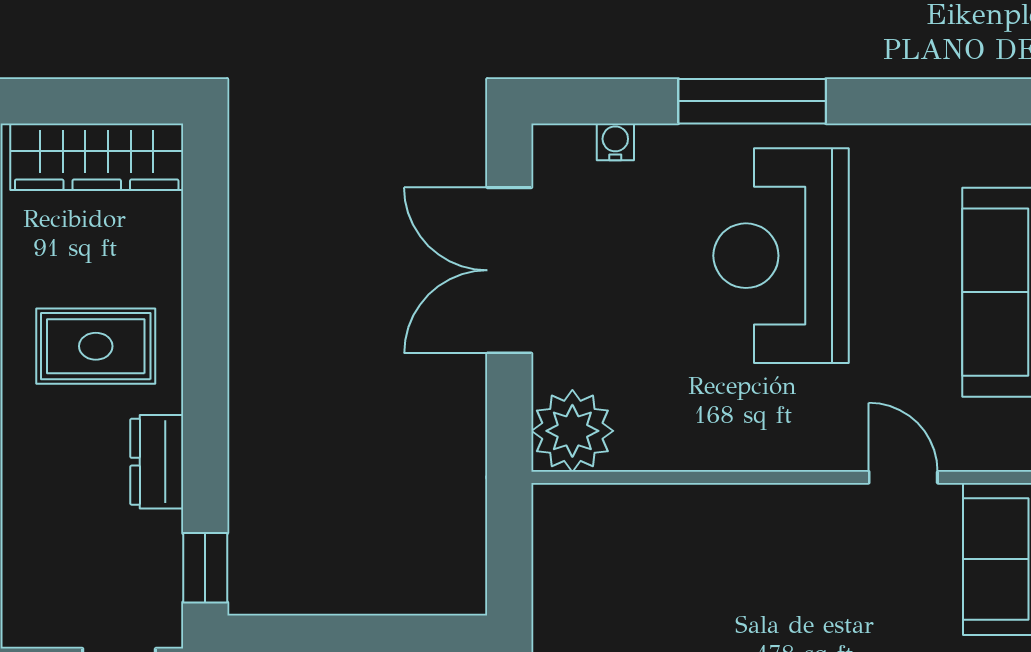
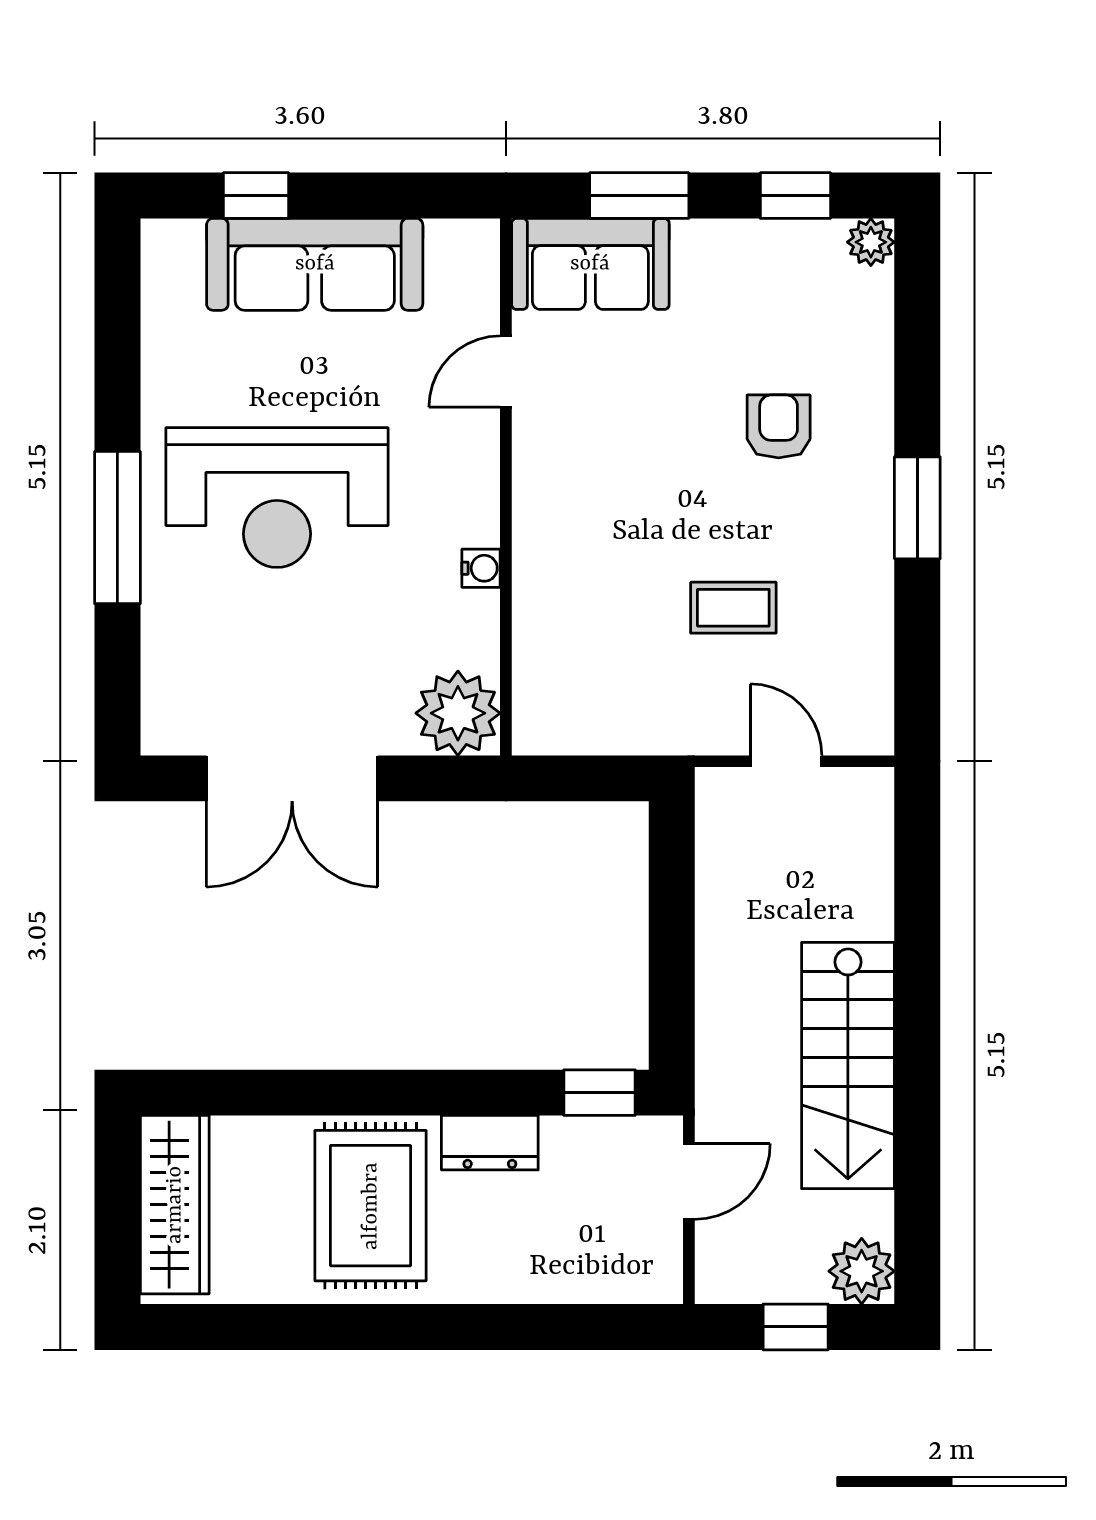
water cooler: (615, 142) -> (481, 568), moved, turned 180
rug: (96, 346) -> (371, 1206), width x1.36, depth x1.43

